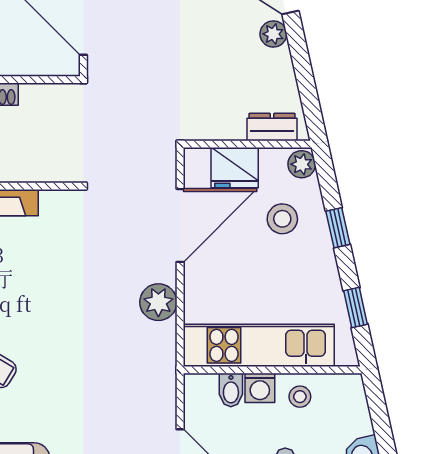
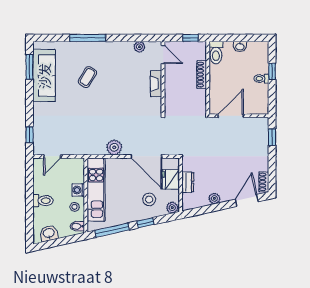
plant: (273, 34) -> (214, 198), moved
dresser: (272, 127) -> (188, 182), moved
window: (356, 308) -> (112, 230), width x2.17
bidet: (231, 390) -> (77, 226), moved

